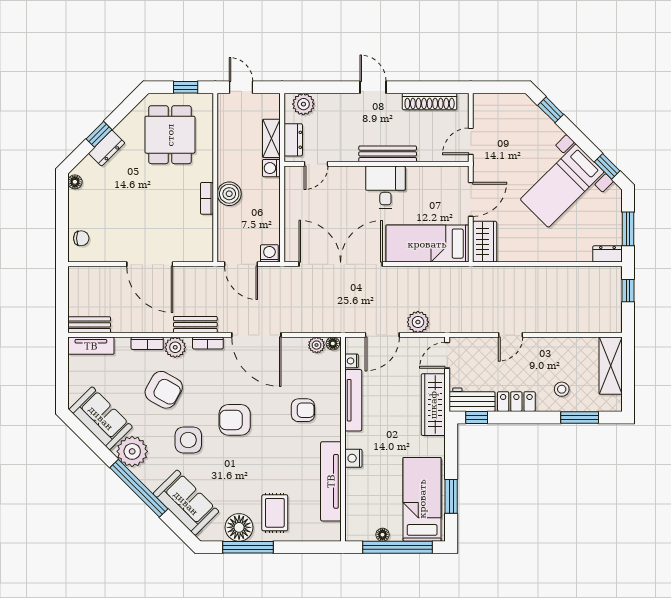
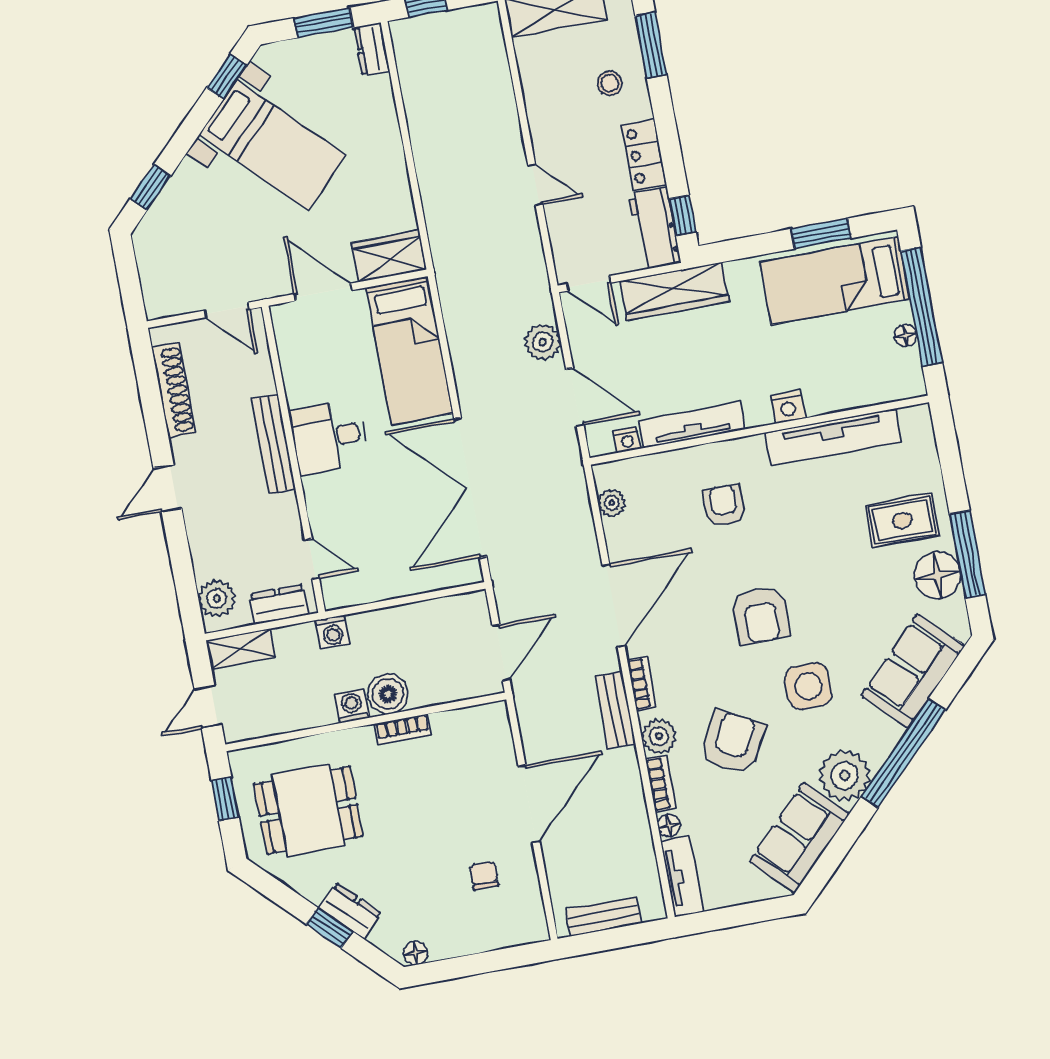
shelving: (271, 138) -> (241, 649), moved
chair: (81, 238) -> (484, 876), moved
washing machine: (269, 253) -> (352, 706), moved, turned 90
bench: (89, 325) -> (603, 916), moved, turned 90
floor lamp: (333, 343) -> (669, 825), moved

